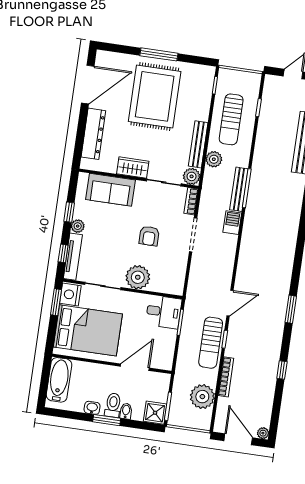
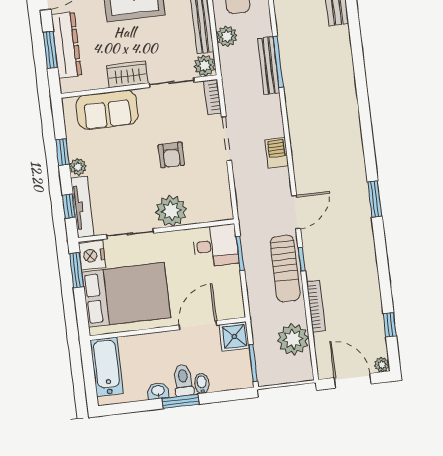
window: (81, 134) -> (50, 50), added
barbecue: (232, 223) -> (277, 153), moved
window: (282, 370) -> (390, 325), moved
shower: (155, 413) -> (234, 336), moved

